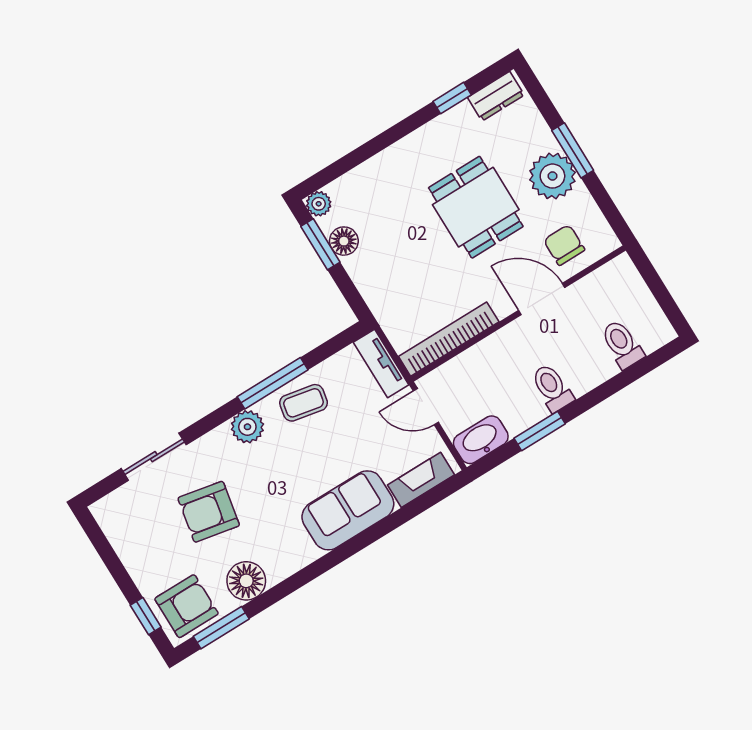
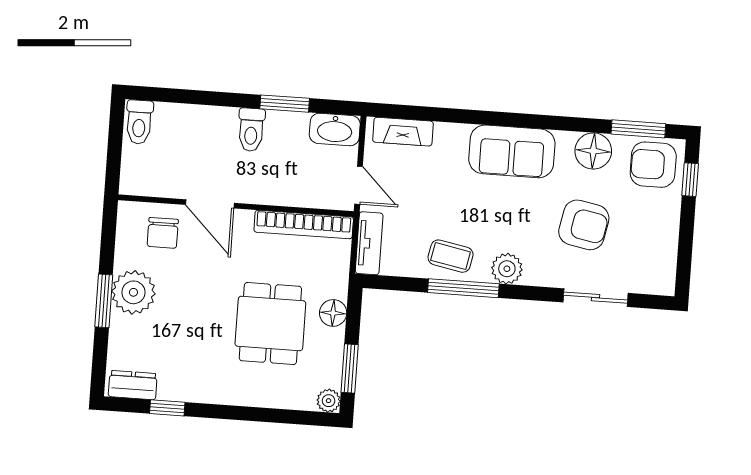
dining table: (476, 207) -> (270, 324), moved
floor lamp: (344, 241) -> (333, 313), moved
toilet: (622, 344) -> (139, 122), moved
sofa: (348, 510) -> (512, 151), moved

